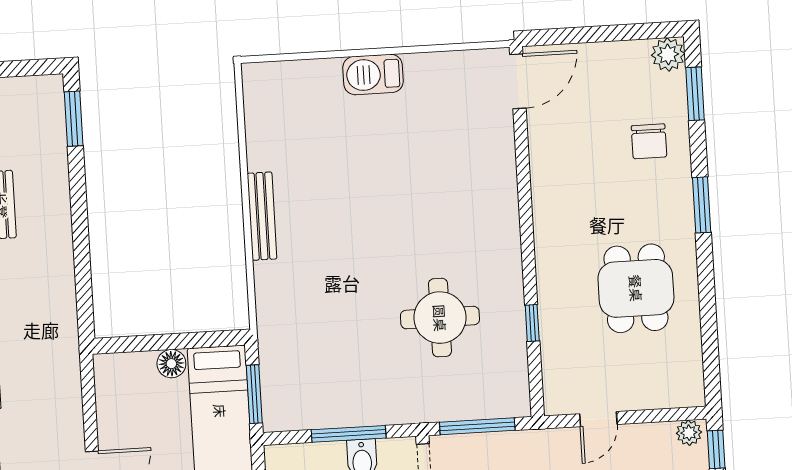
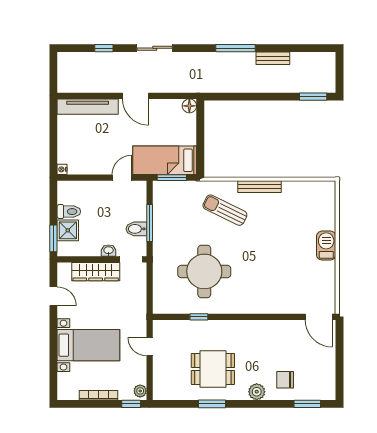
plant: (668, 54) -> (257, 392), moved
window: (702, 205) -> (212, 404), moved
sun lounger: (314, 283) -> (225, 210), added
round table: (440, 318) -> (204, 271), width x1.36, depth x1.36
floor lamp: (171, 364) -> (189, 106), moved
window: (477, 426) -> (150, 287), removed

